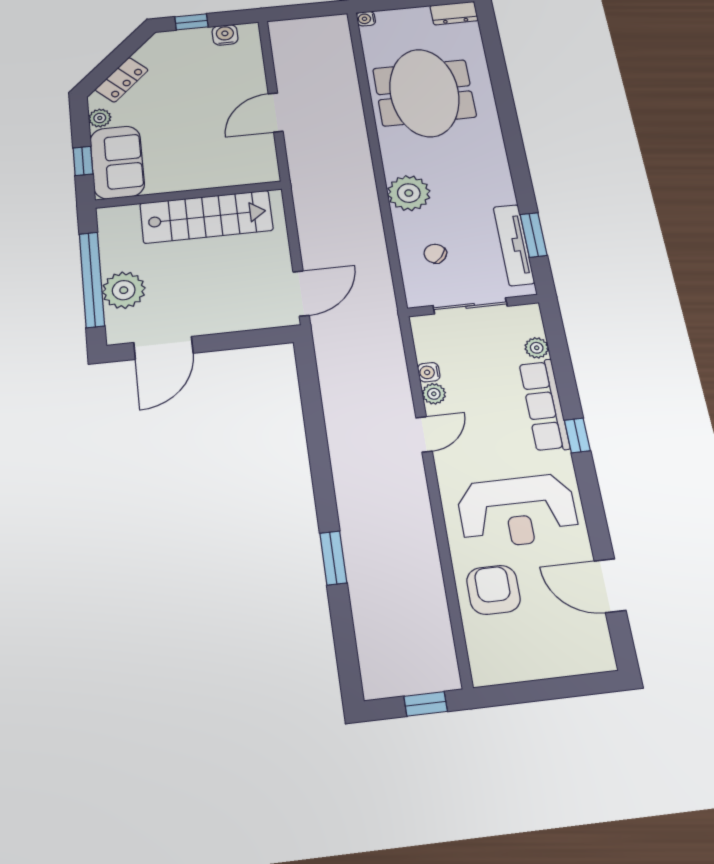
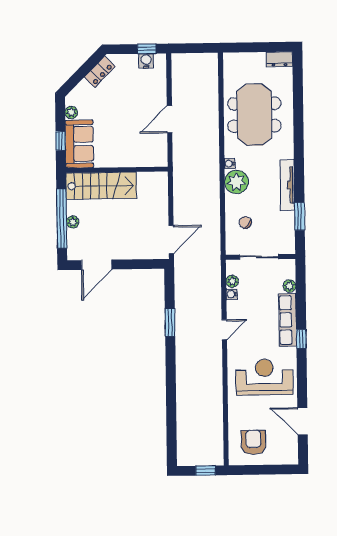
water cooler: (366, 19) -> (230, 164), moved
window: (191, 22) -> (147, 49), moved
locker: (122, 80) -> (100, 72), moved
stairs: (206, 217) -> (101, 186), moved
tv unit: (514, 245) -> (287, 185), moved
plant: (124, 290) -> (73, 222), width x0.53, depth x0.53
plant: (434, 394) -> (232, 281), moved
reception desk: (517, 511) -> (264, 377), turned 180
window: (333, 558) -> (170, 322), moved
armchair: (493, 590) -> (253, 442), moved

